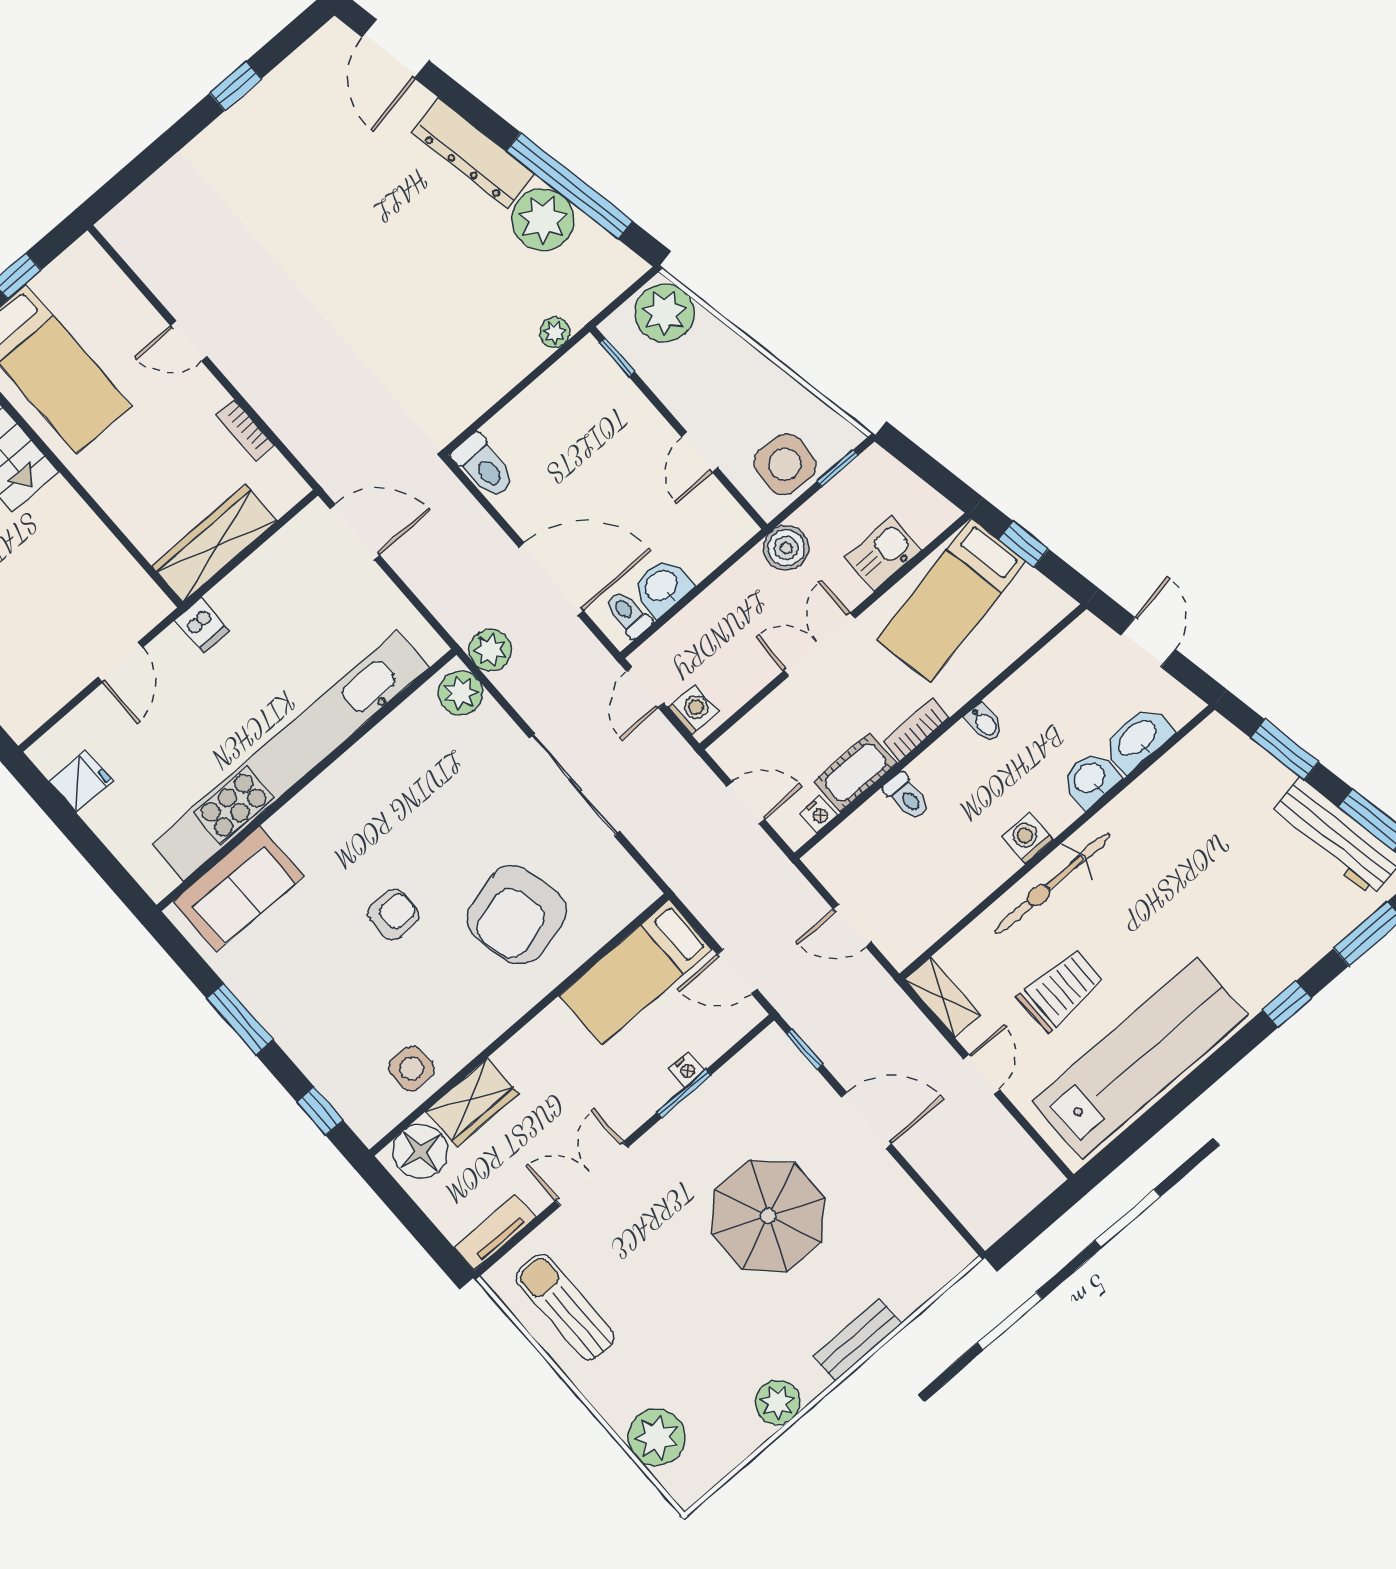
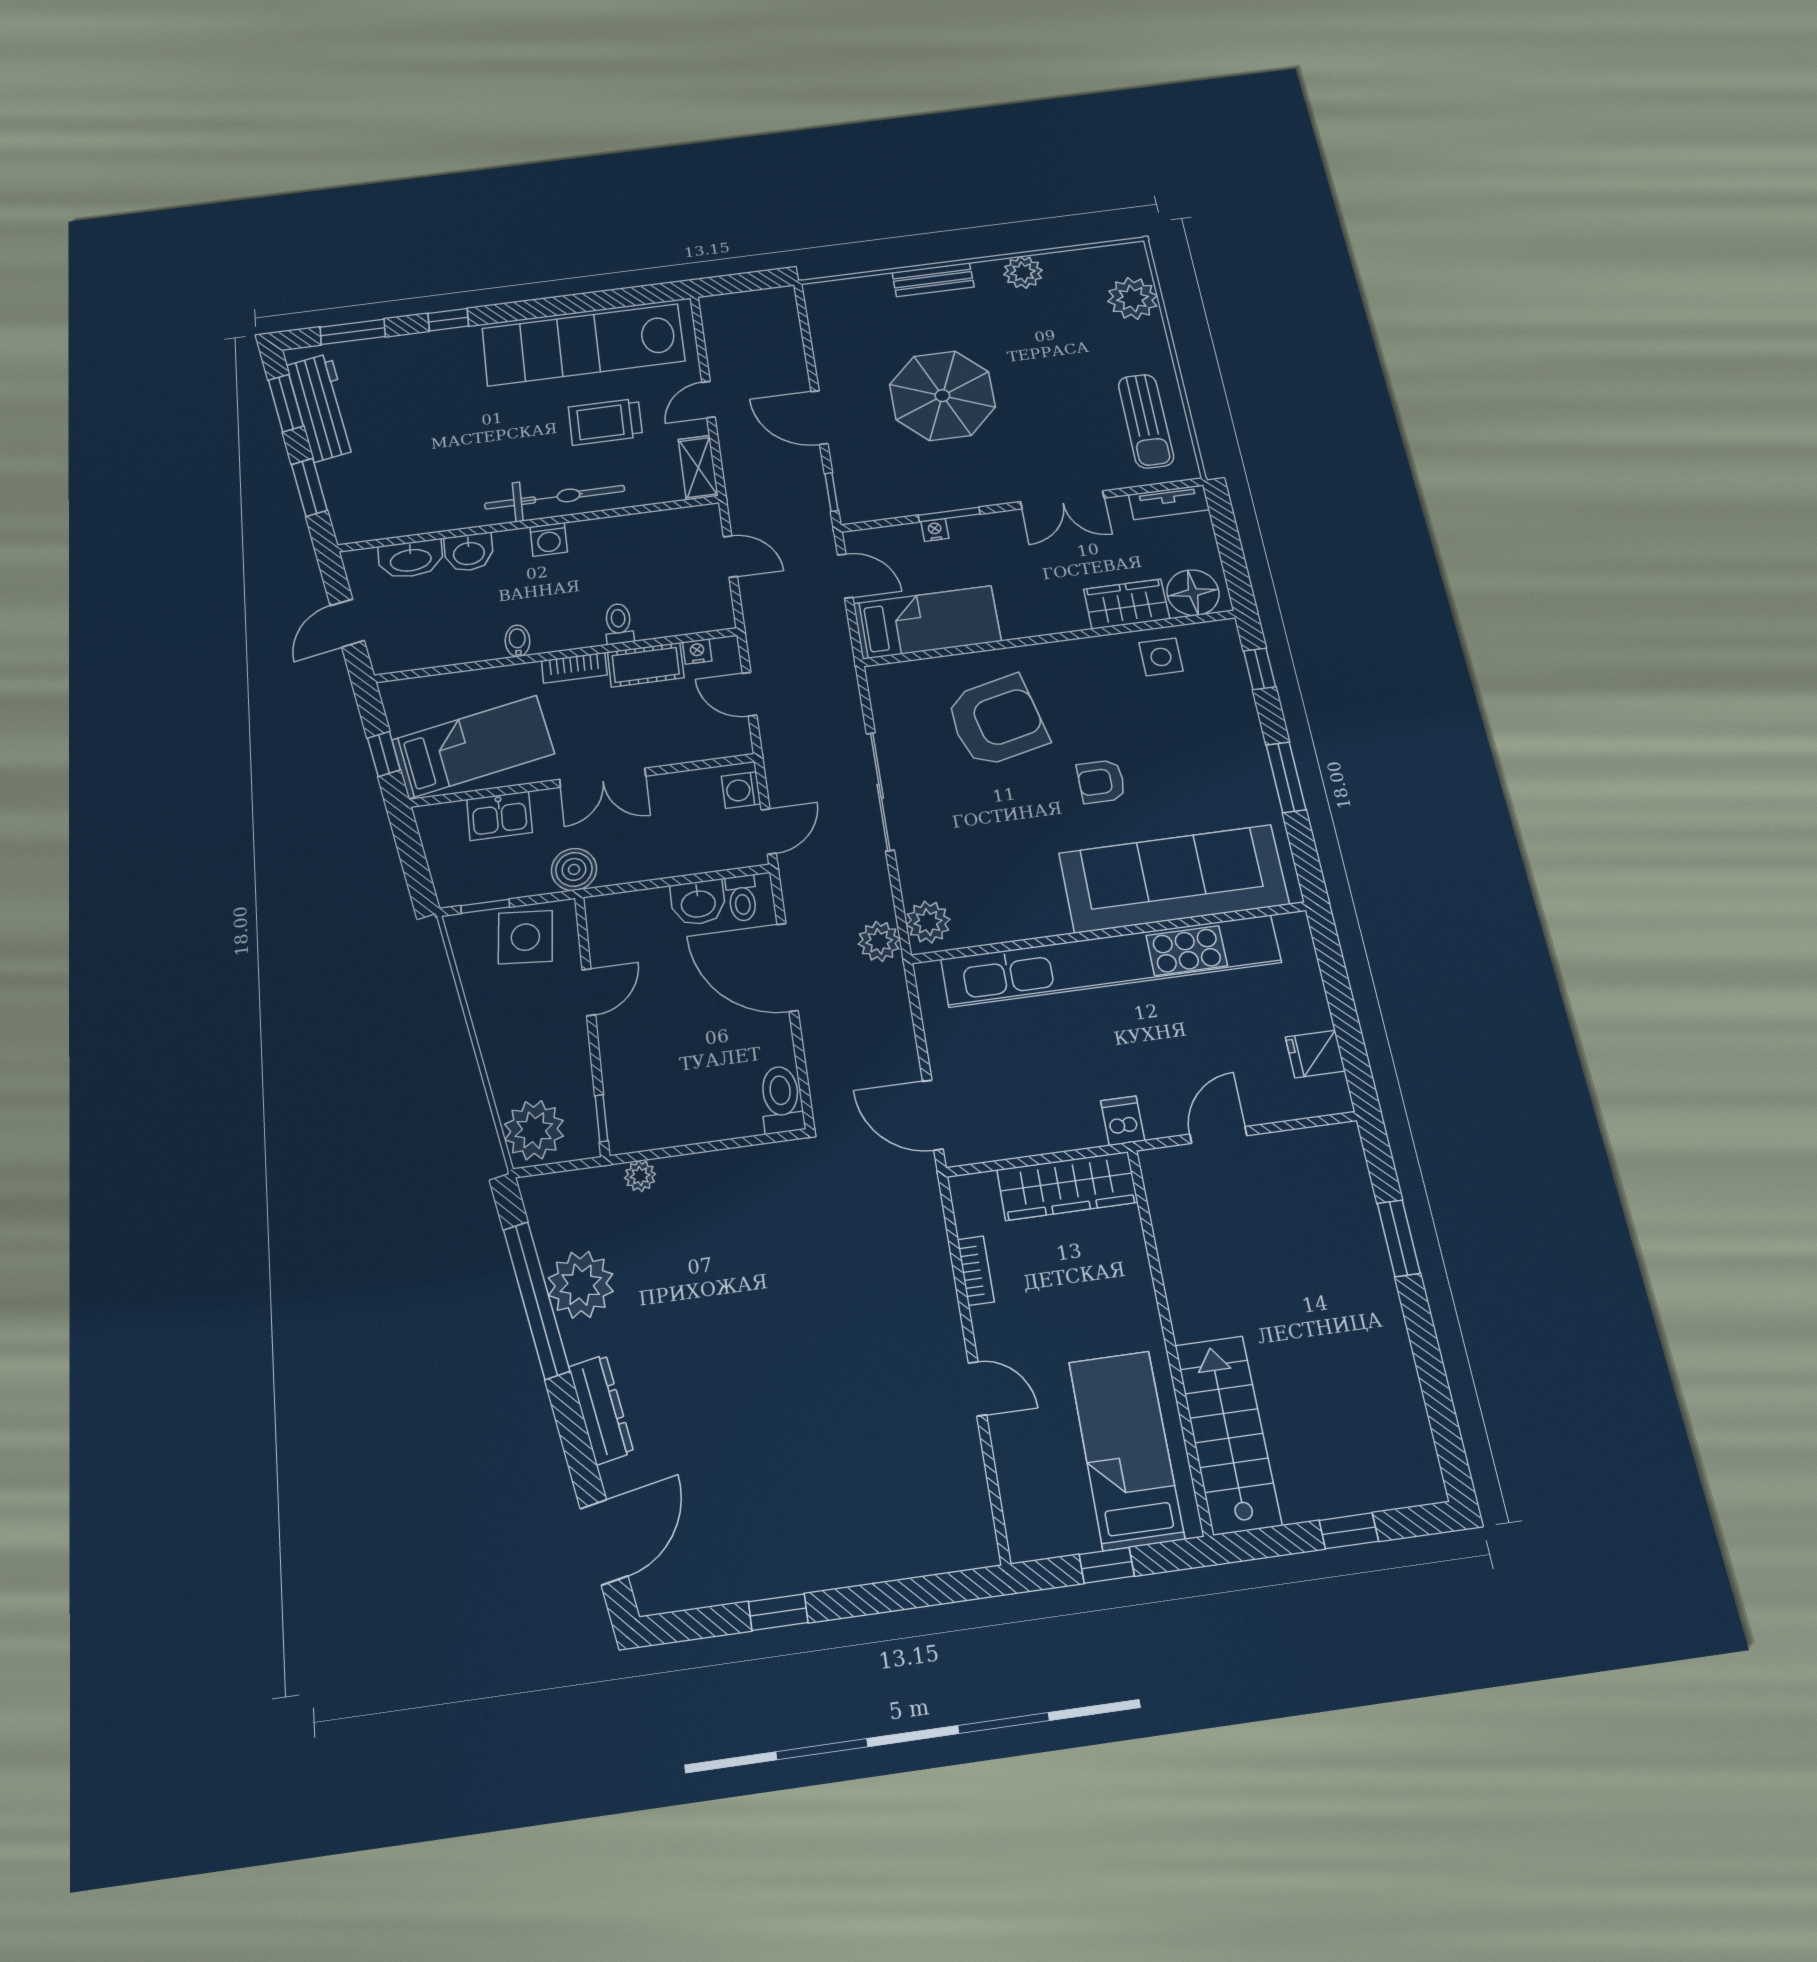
dresser: (473, 153) -> (601, 1409), width x0.73, depth x0.80
sofa: (238, 889) -> (1173, 879), width x1.85, depth x1.27

